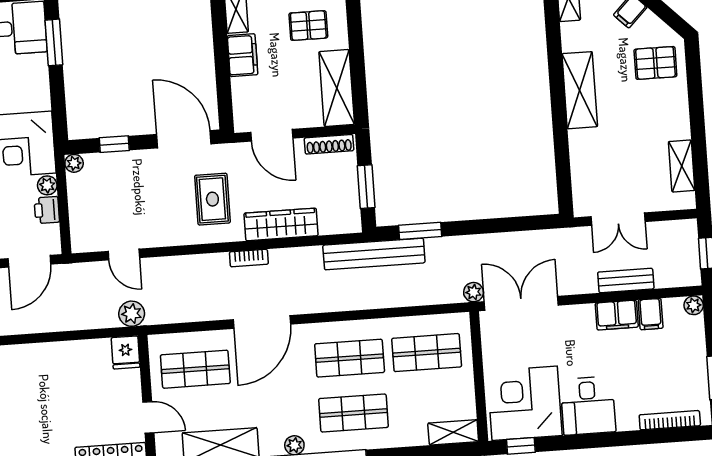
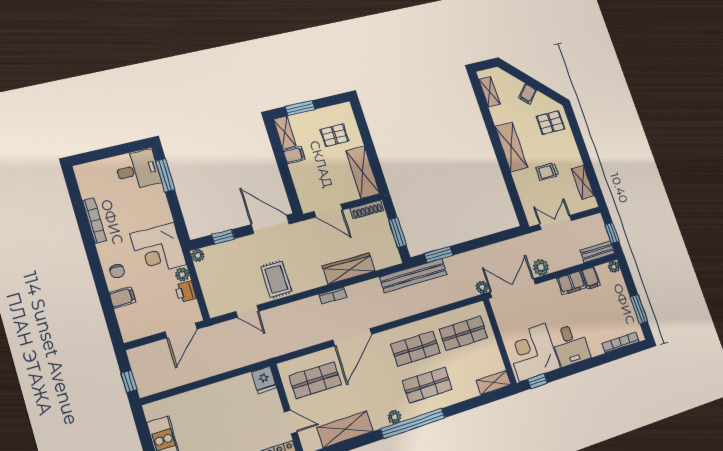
filing cabinet: (243, 55) -> (294, 155), width x0.50
trolley: (627, 139) -> (547, 171), added
rug: (212, 199) -> (276, 279), moved
double door: (618, 219) -> (556, 222), swing flipped
bench: (626, 280) -> (597, 252), moved
plant: (132, 314) -> (541, 267), moved

